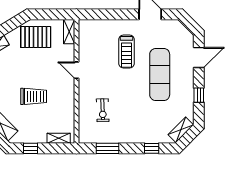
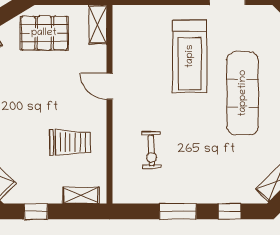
treadmill: (127, 52) -> (190, 56), width x1.37, depth x1.38
trolley: (34, 96) -> (70, 143), moved
window: (108, 148) -> (178, 211), moved

